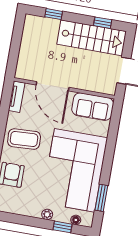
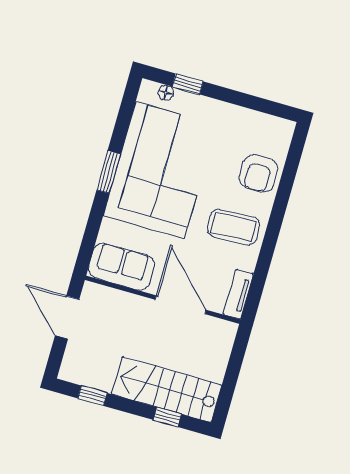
stairs: (92, 38) -> (167, 389), moved
window: (101, 198) -> (109, 172), moved
plant: (47, 214) -> (210, 106), removed

